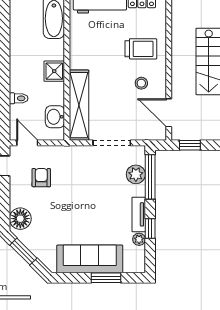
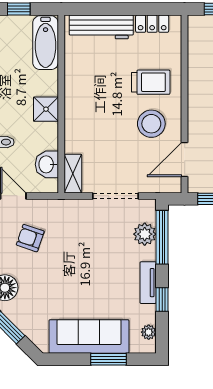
stool: (141, 83) -> (151, 124), width x1.89, depth x1.89
shelving: (79, 105) -> (73, 174), width x0.45, depth x0.75
door: (169, 113) -> (185, 160), hinge flipped
armchair: (41, 178) -> (30, 238), turned -71
plant: (139, 239) -> (149, 332), moved

